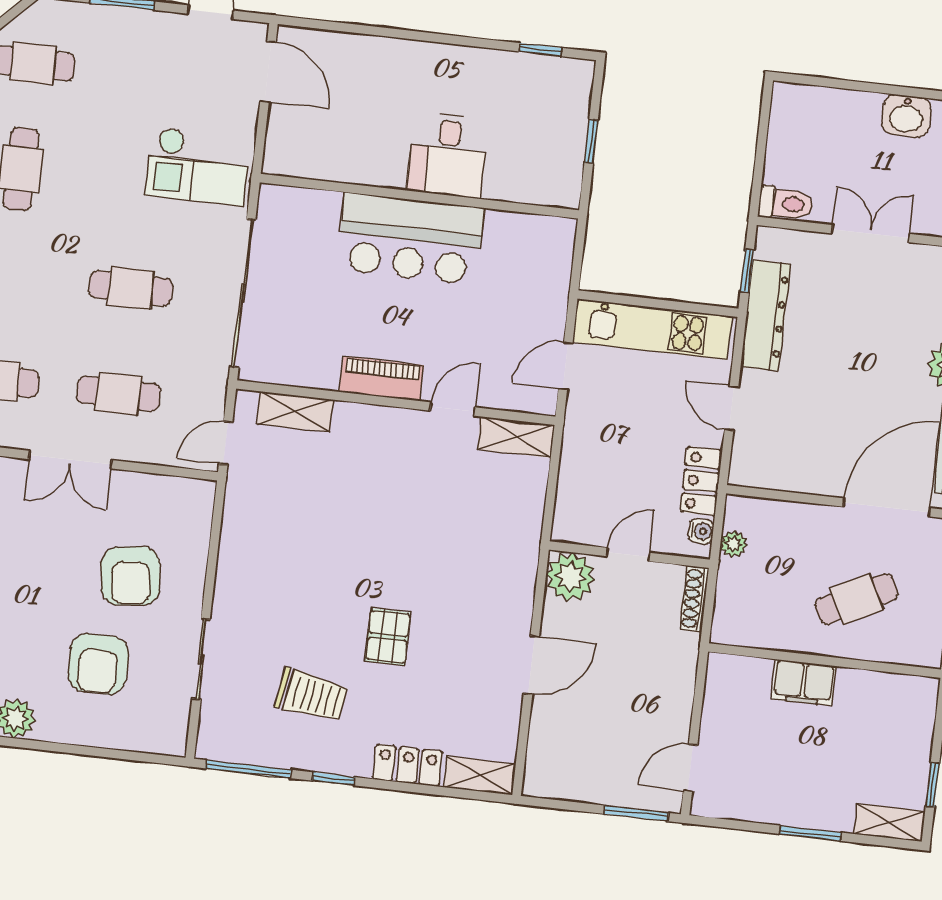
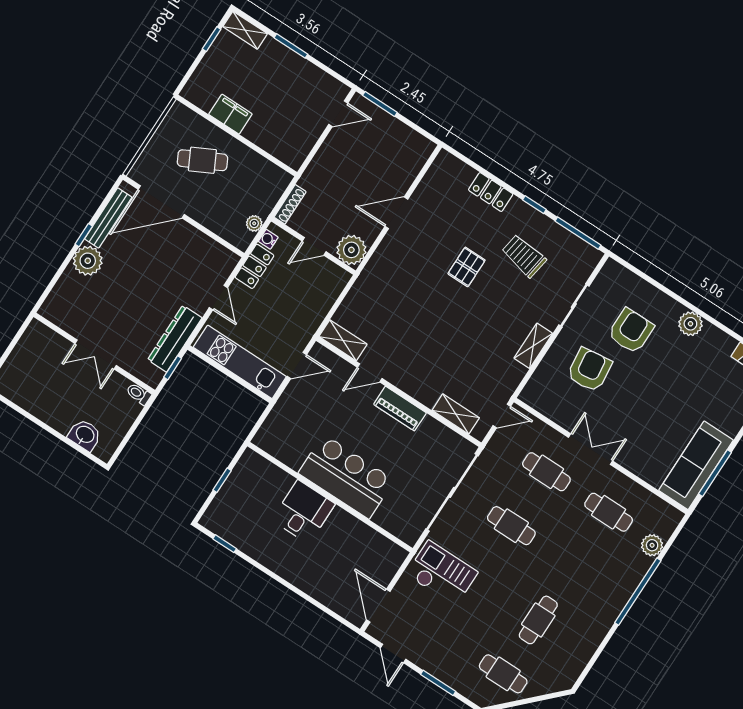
washbasin: (906, 116) -> (85, 435), moved
toilet: (786, 204) -> (139, 394), width x0.73, depth x0.72
filing cabinet: (804, 683) -> (230, 114), moved
shelving: (480, 776) -> (533, 346), moved, turned 90

